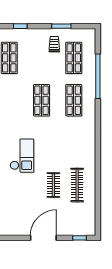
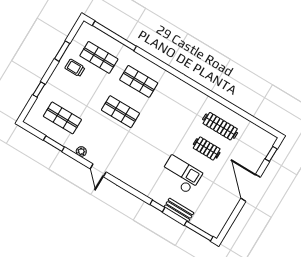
window: (98, 76) -> (114, 36), moved
checkout: (22, 156) -> (181, 175), moved

